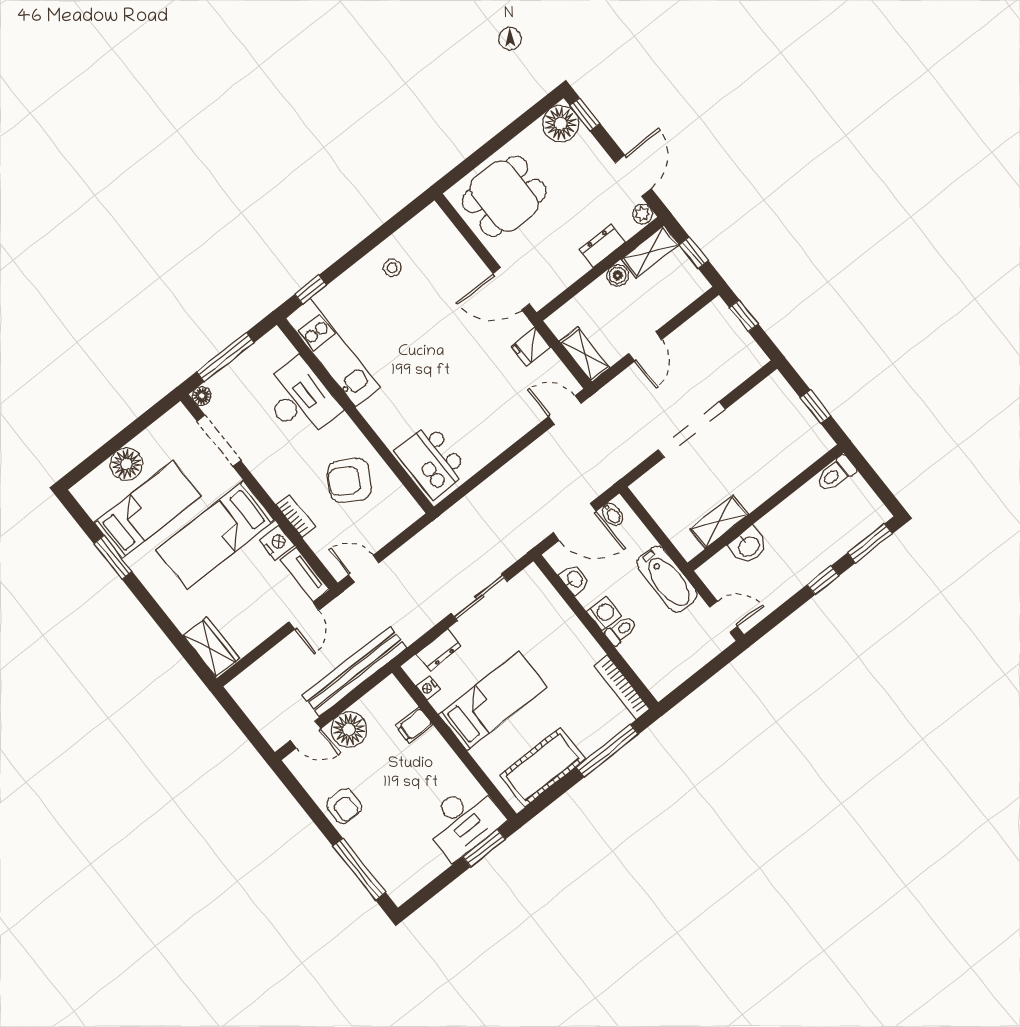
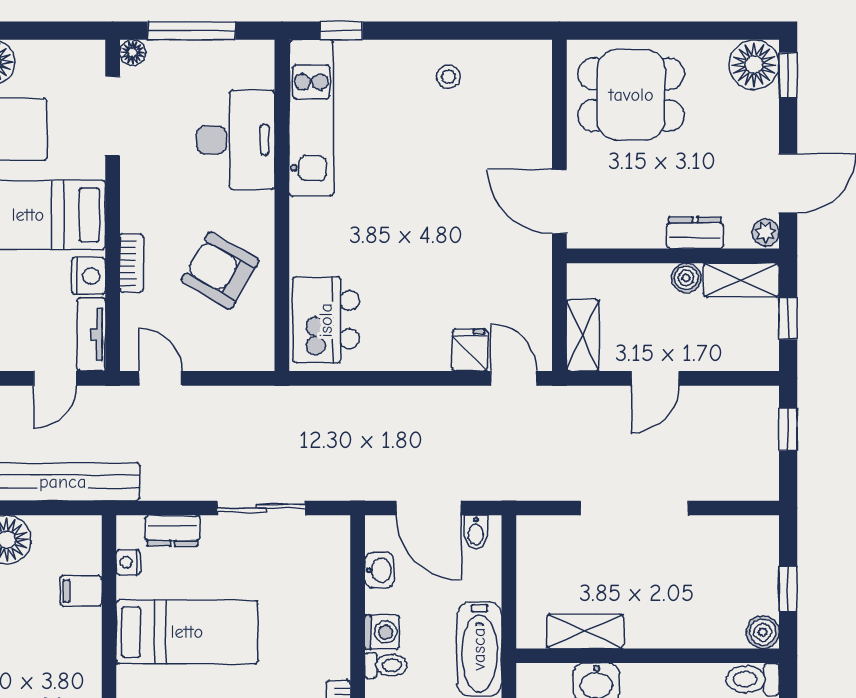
fridge: (531, 347) -> (470, 350), moved, turned 90
boiler: (820, 442) -> (763, 632), added

